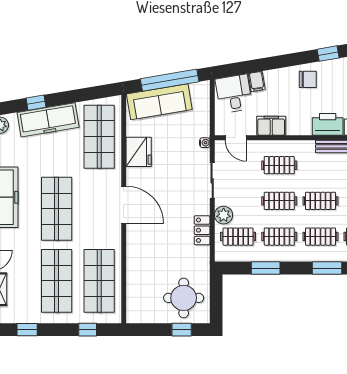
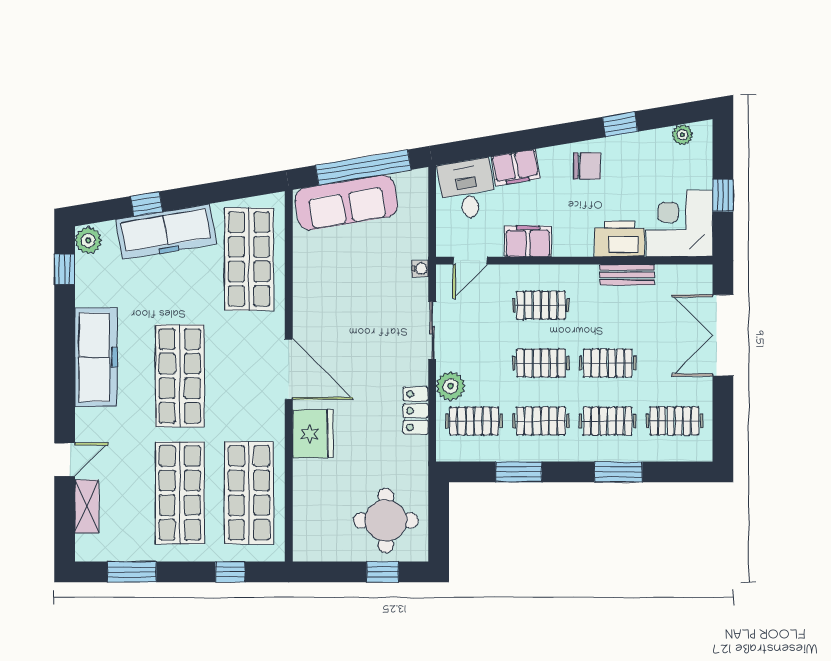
filing cabinet: (257, 81) -> (516, 168), width x2.00
door: (236, 138) -> (470, 261), hinge flipped
fridge: (139, 152) -> (313, 434), moved
window: (27, 330) -> (132, 572), width x1.50

